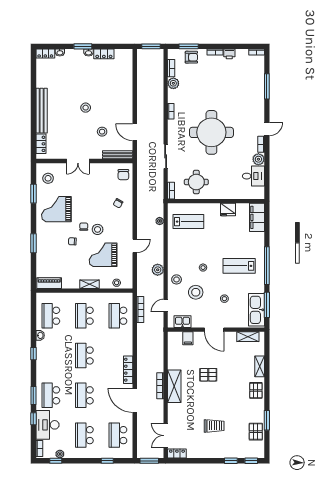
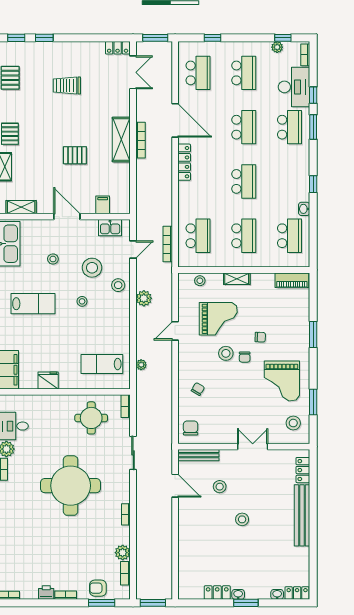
grand piano: (56, 209) -> (282, 381), turned 90

